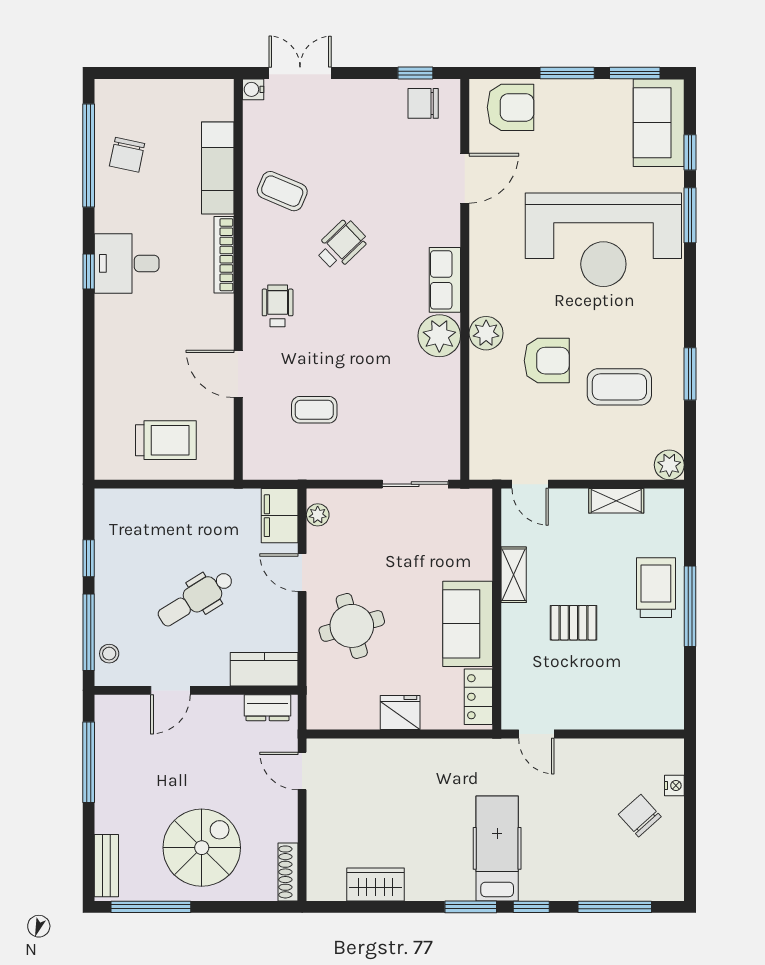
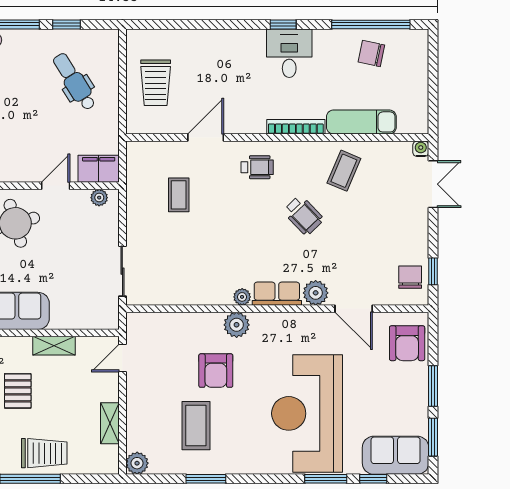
plant: (444, 228) -> (316, 293), added
plant: (439, 336) -> (242, 297), width x0.53, depth x0.53
dental chair: (196, 599) -> (74, 82), moved

